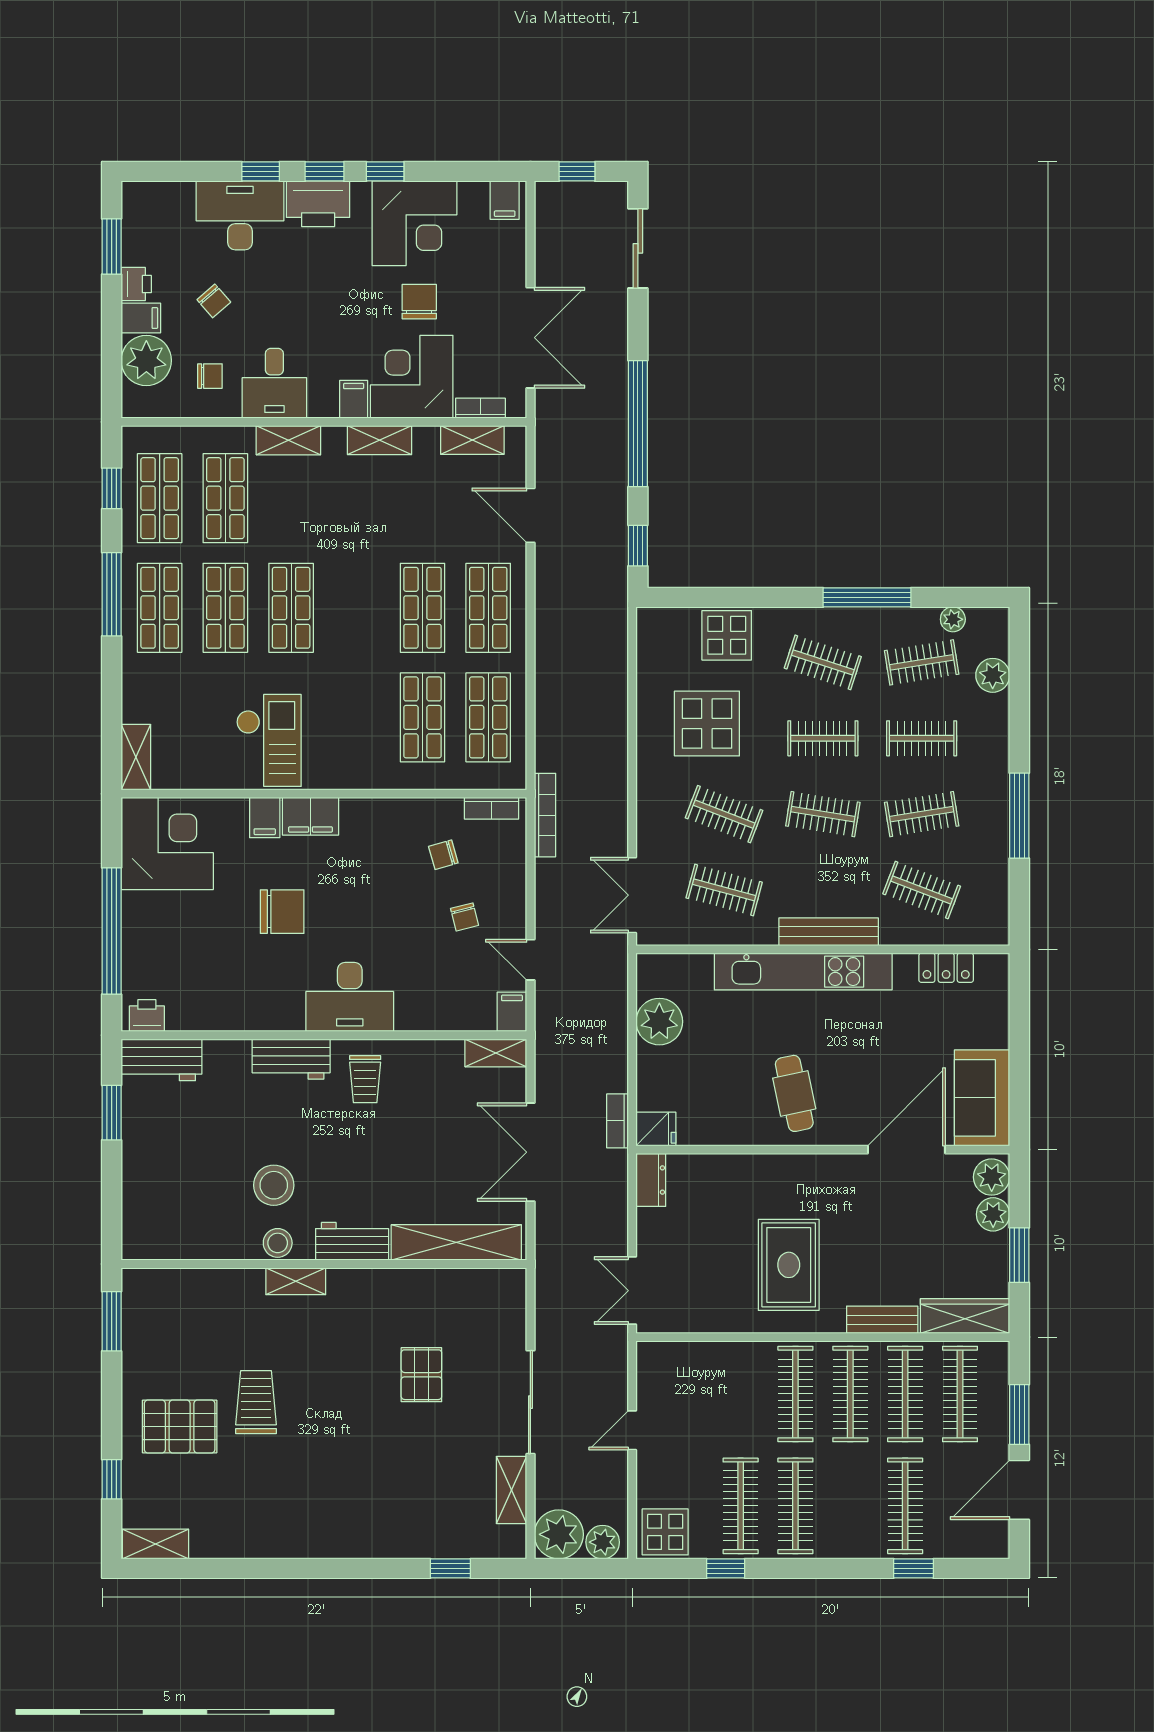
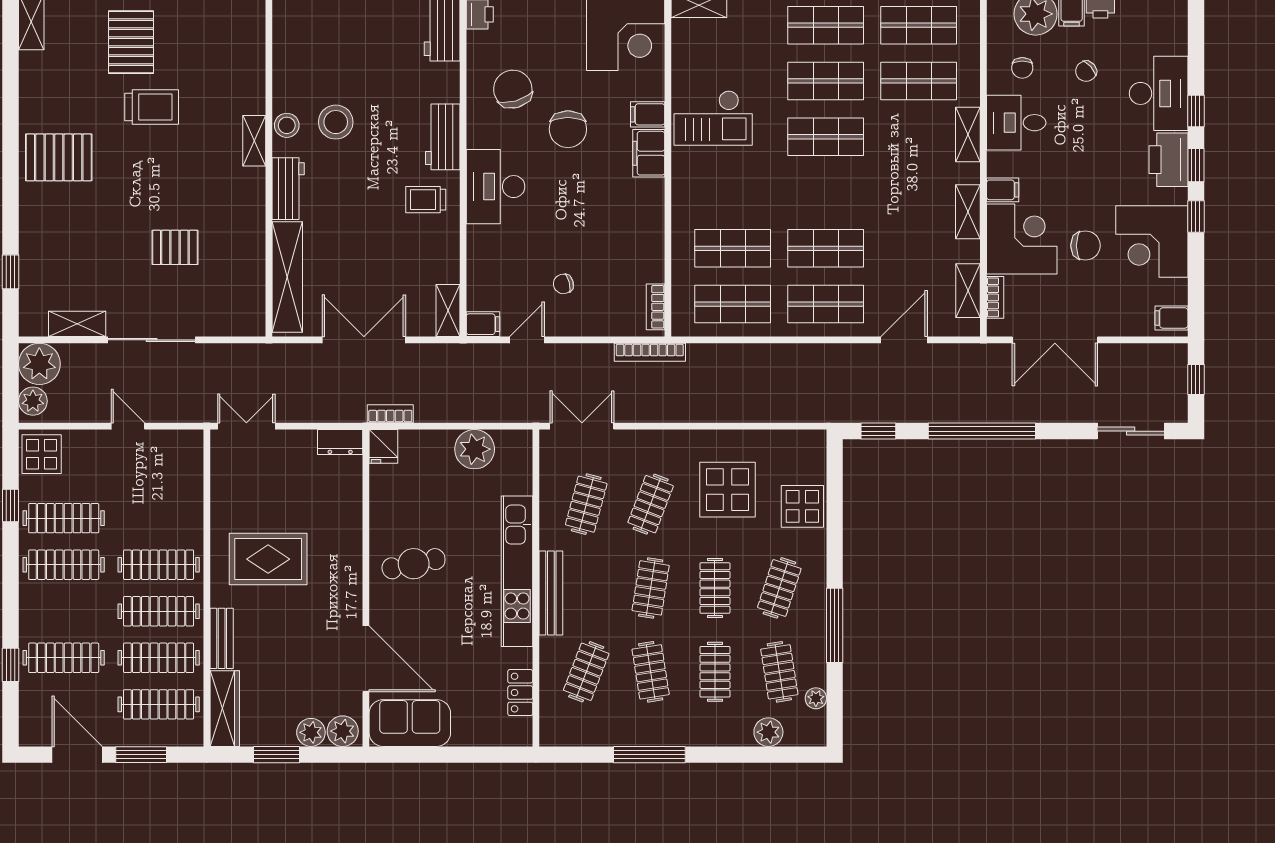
chair: (443, 855) -> (513, 89), moved, width x1.87, depth x1.87
pallet: (315, 1512) -> (59, 157), added

